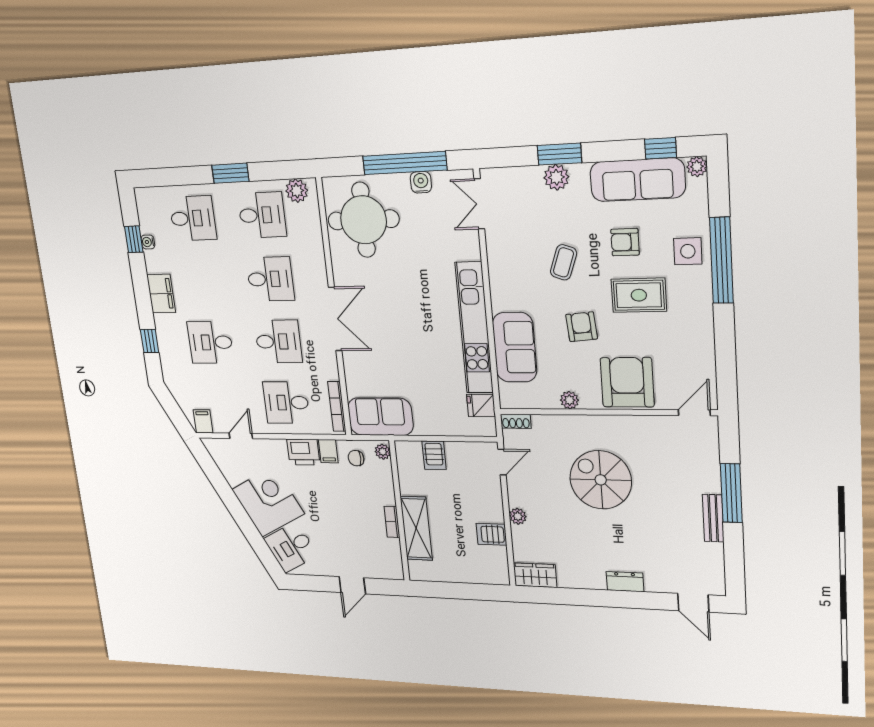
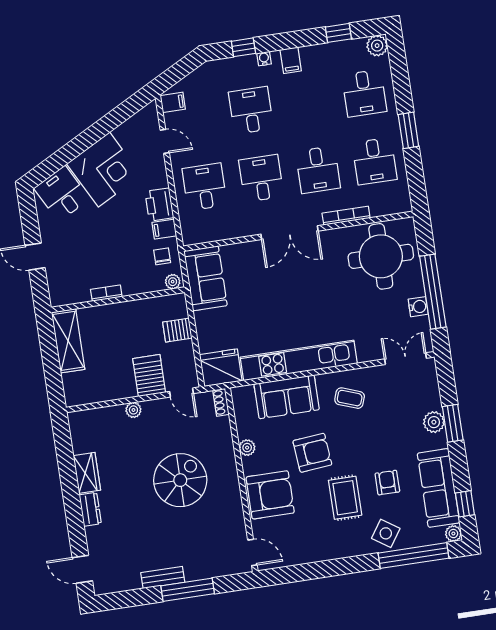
plant: (297, 191) -> (377, 46), moved
water cooler: (148, 242) -> (264, 59), moved
side table: (688, 251) -> (386, 533), turned 34
window: (721, 260) -> (414, 556), moved
coffee table: (564, 262) -> (350, 398), moved
filing cabinet: (161, 294) -> (291, 60), width x0.50
armchair: (582, 327) -> (312, 453), width x1.38, depth x1.38
desk: (278, 342) -> (261, 178), turned 180
bookcase: (337, 406) -> (346, 216), moved
fridge: (481, 406) -> (221, 368), width x1.88, depth x1.34
shelving: (416, 528) -> (68, 341), moved, turned 90
server rack: (491, 534) -> (149, 376), moved, width x1.36, depth x1.44
wardrobe: (535, 575) -> (87, 473), moved
door: (693, 603) -> (82, 569), hinge flipped

